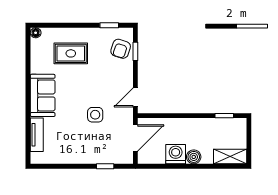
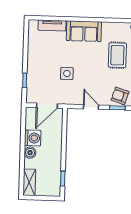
door: (135, 97) -> (91, 107), moved
door: (135, 138) -> (47, 106), hinge flipped

